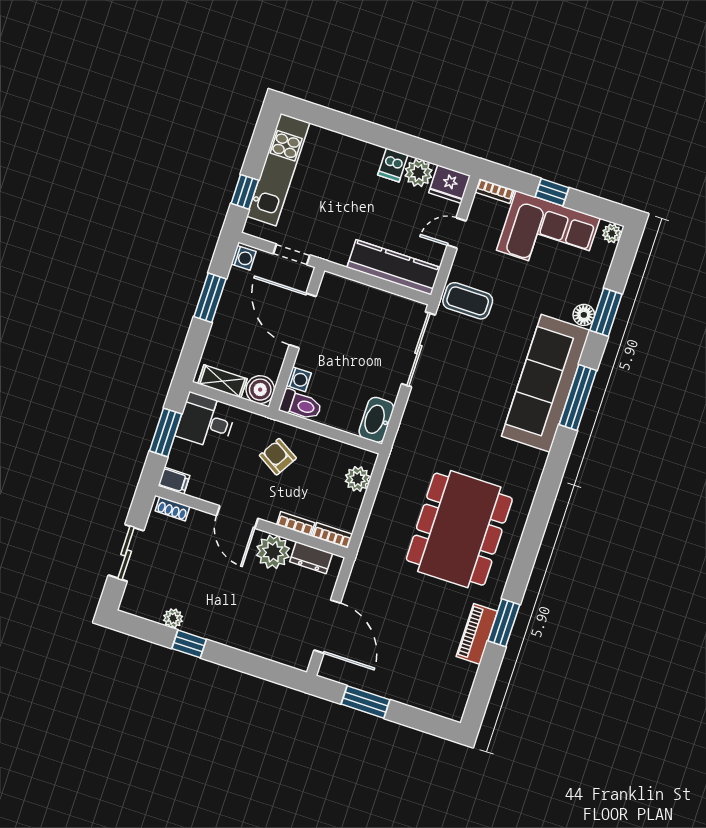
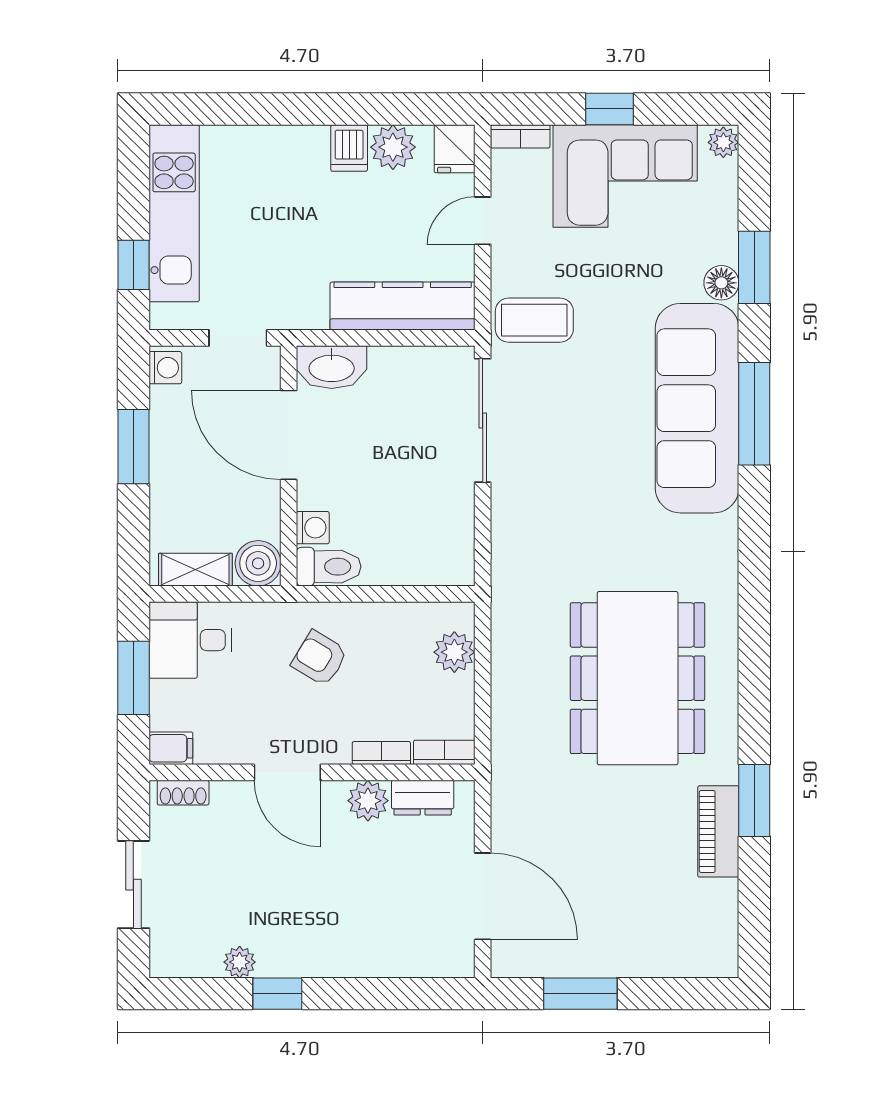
fridge: (450, 184) -> (455, 149), width x0.72
washbasin: (376, 420) -> (332, 367), moved, turned -90
plant: (273, 552) -> (368, 801), width x0.73, depth x0.73

